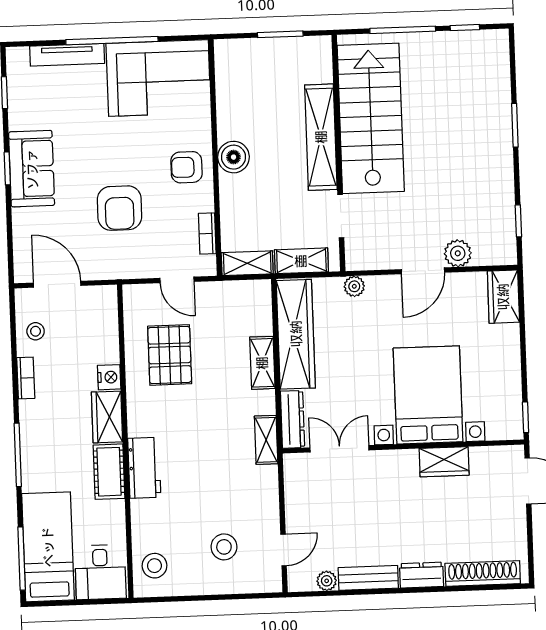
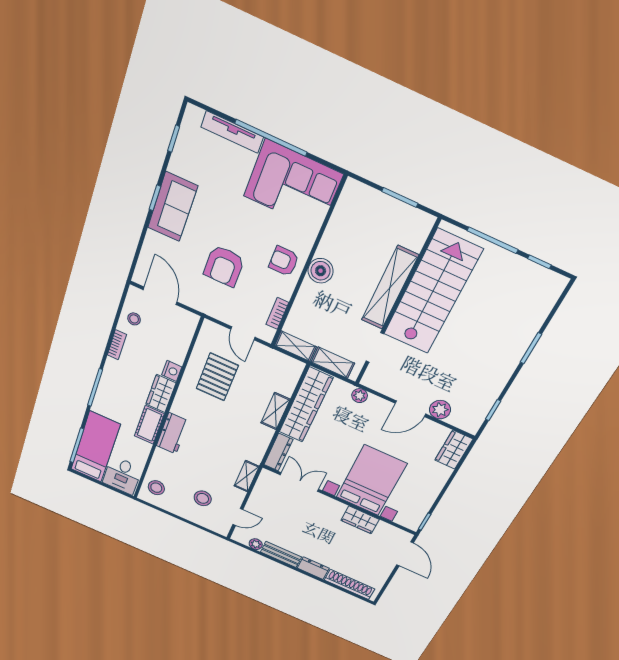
shelving: (266, 440) -> (247, 476), moved

